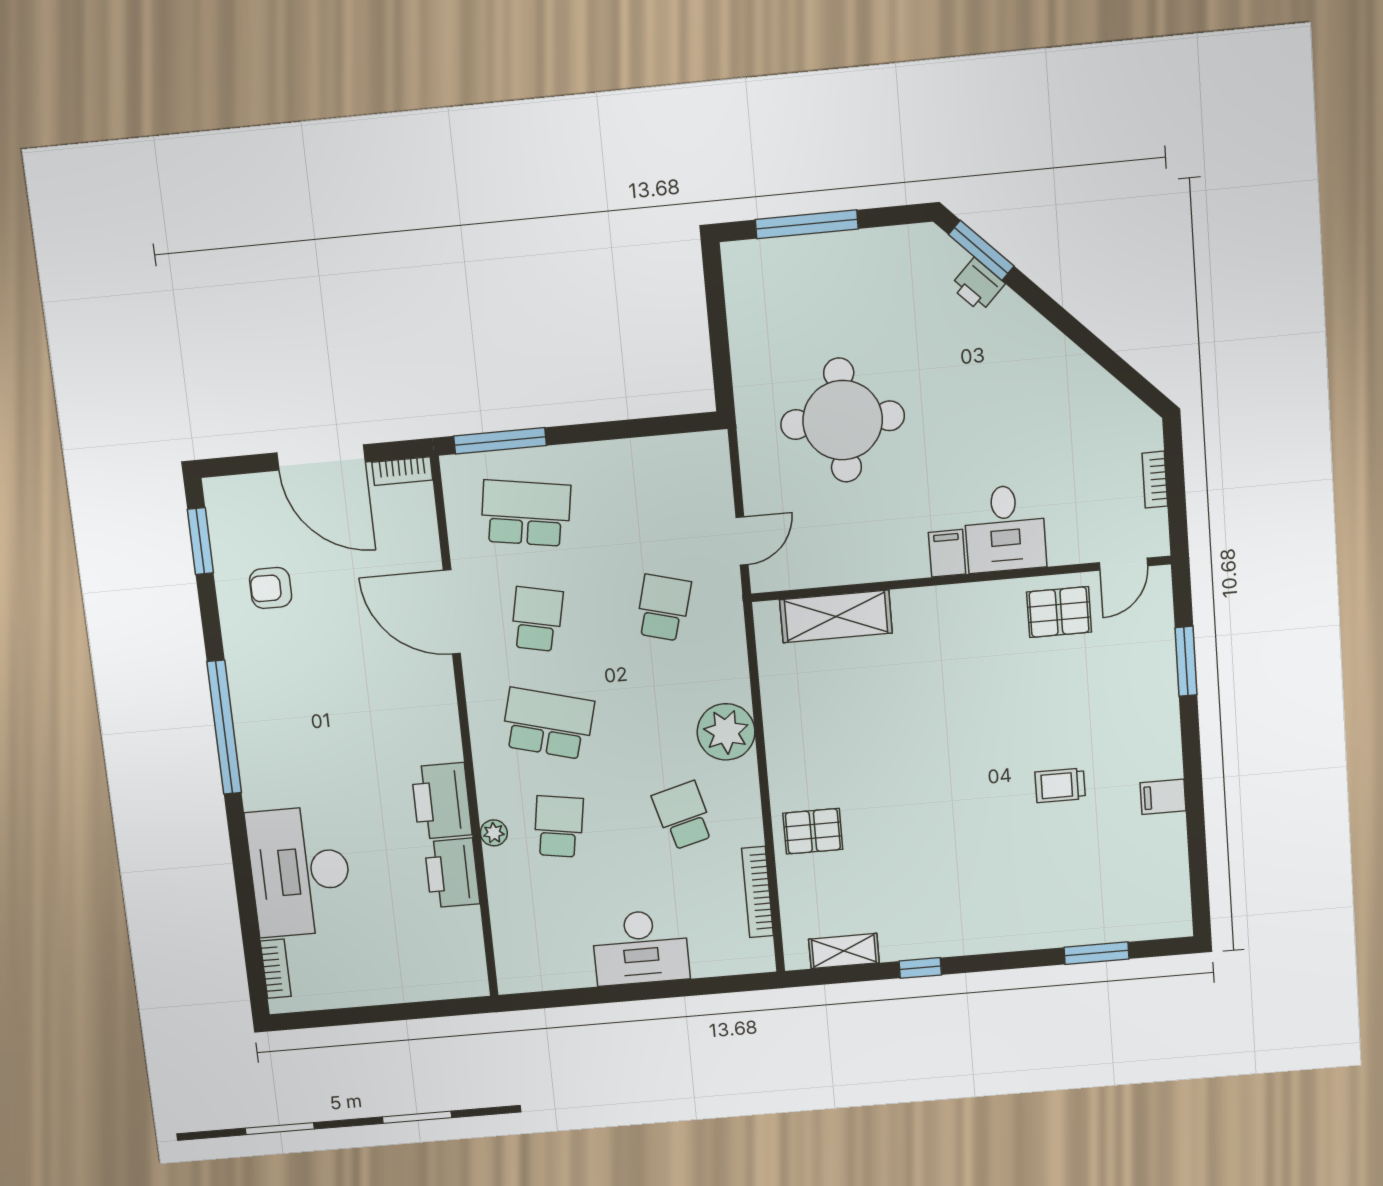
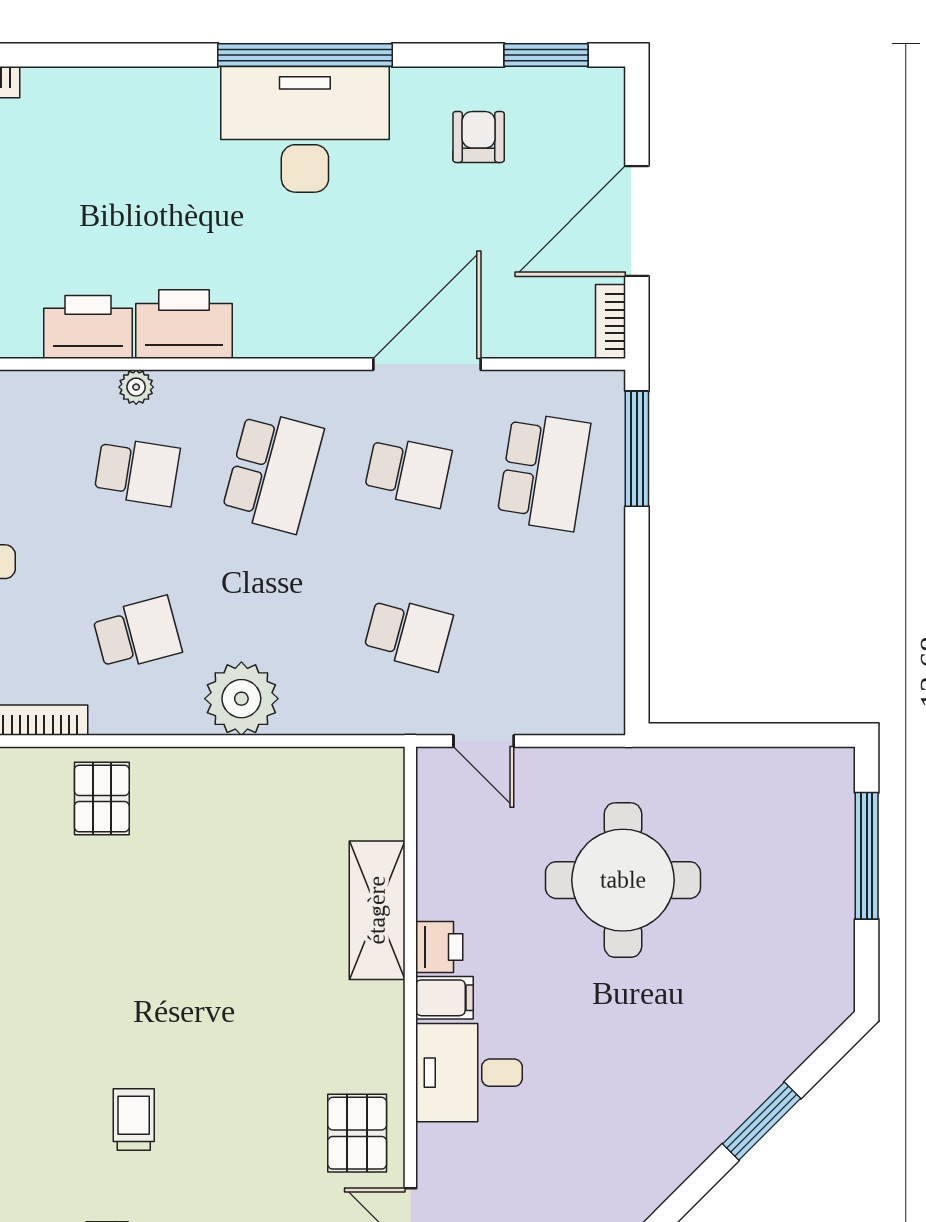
window: (981, 250) -> (762, 1121), moved
printer: (978, 285) -> (439, 947), moved, turned 135
shelving: (836, 616) -> (377, 910), moved
desk: (300, 871) -> (305, 129), moved

